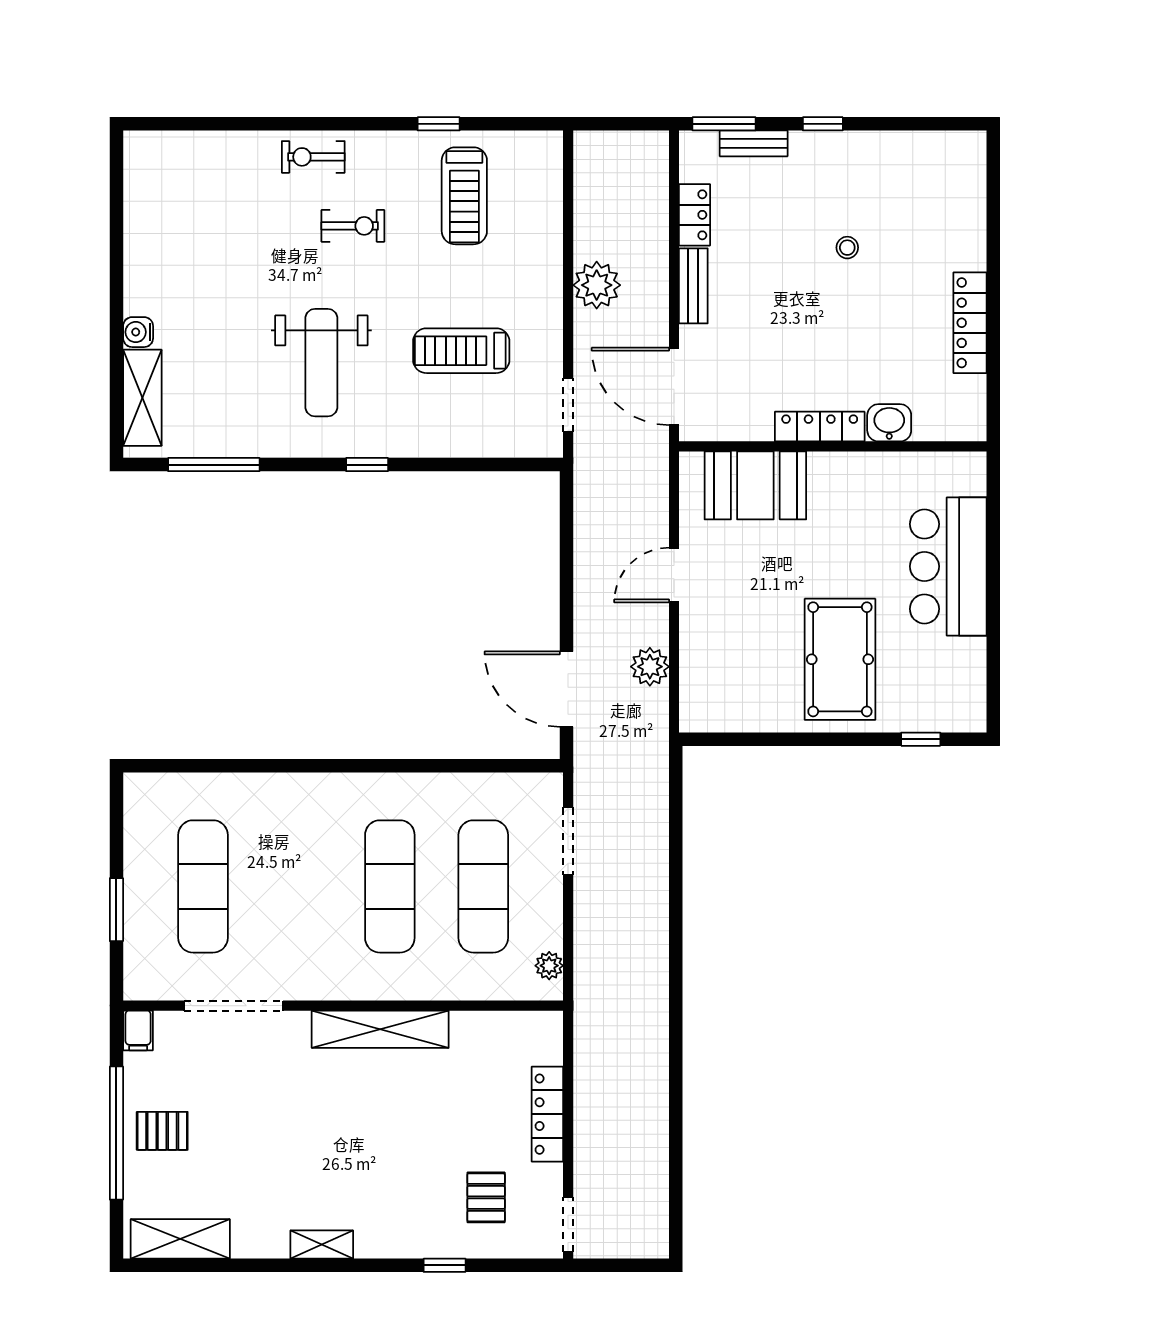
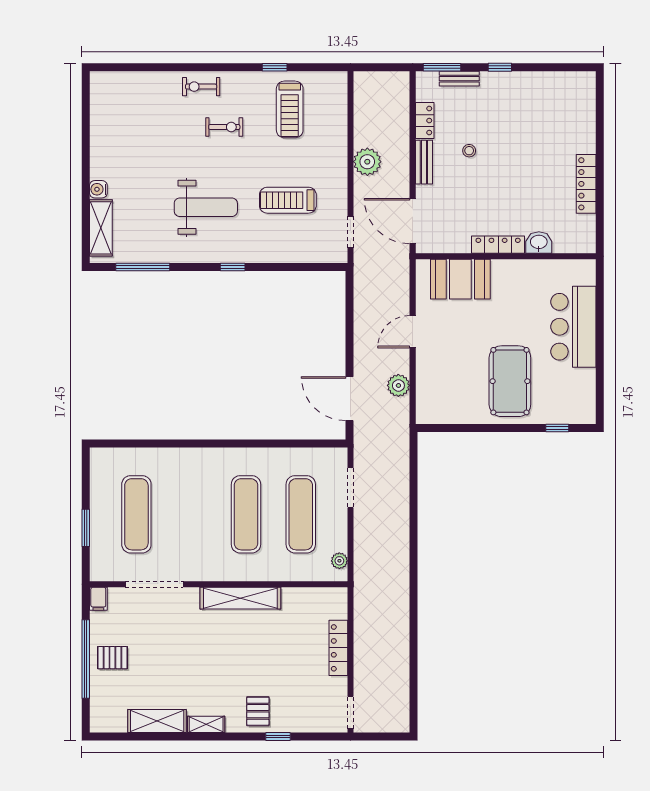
stool: (847, 248) -> (469, 151), moved
weight bench: (321, 363) -> (206, 207), turned -90
pallet: (486, 1197) -> (258, 711), moved
shelving: (180, 1239) -> (157, 721), moved

